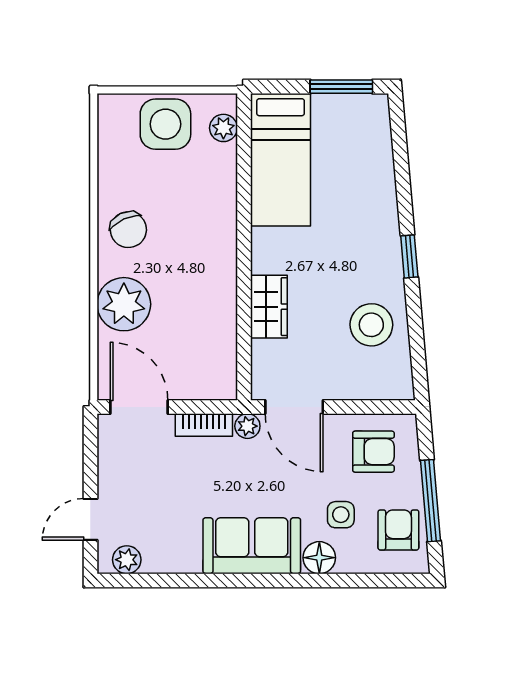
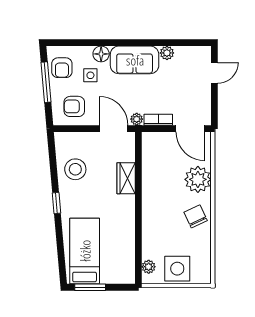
bed: (281, 160) -> (85, 251), moved
plant: (127, 560) -> (167, 53), moved

